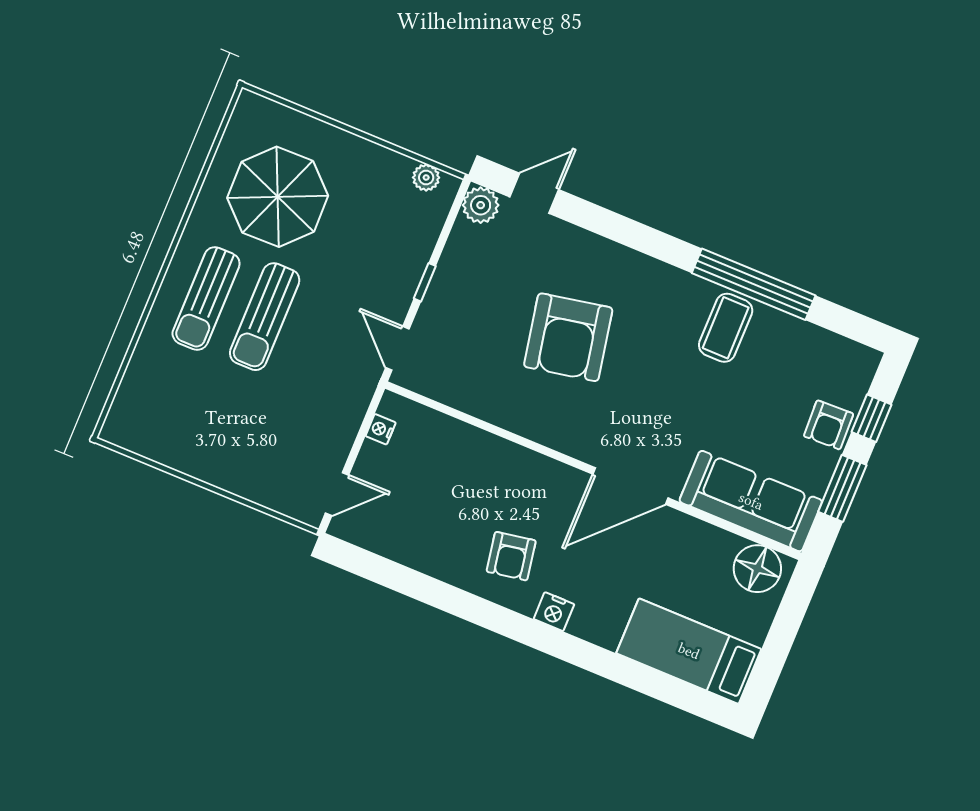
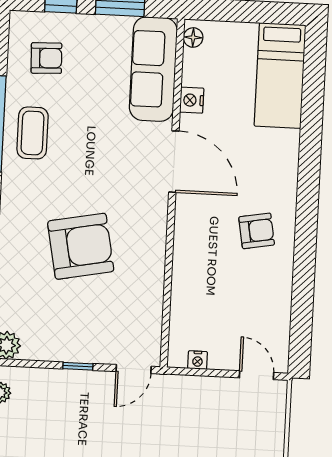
coffee table: (726, 328) -> (33, 133), turned 90
armchair: (829, 425) -> (46, 58), moved
floor lamp: (757, 569) -> (193, 37), width x0.53, depth x0.53
nightstand: (554, 612) -> (192, 100), moved, turned 180

